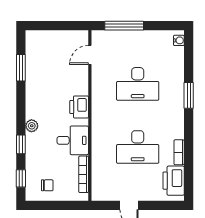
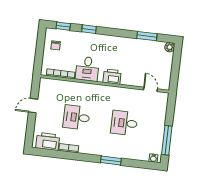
window: (124, 26) -> (167, 140), moved
desk: (138, 84) -> (124, 123), width x0.73
plant: (32, 126) -> (170, 47), moved
desk: (138, 147) -> (76, 117), width x0.73

